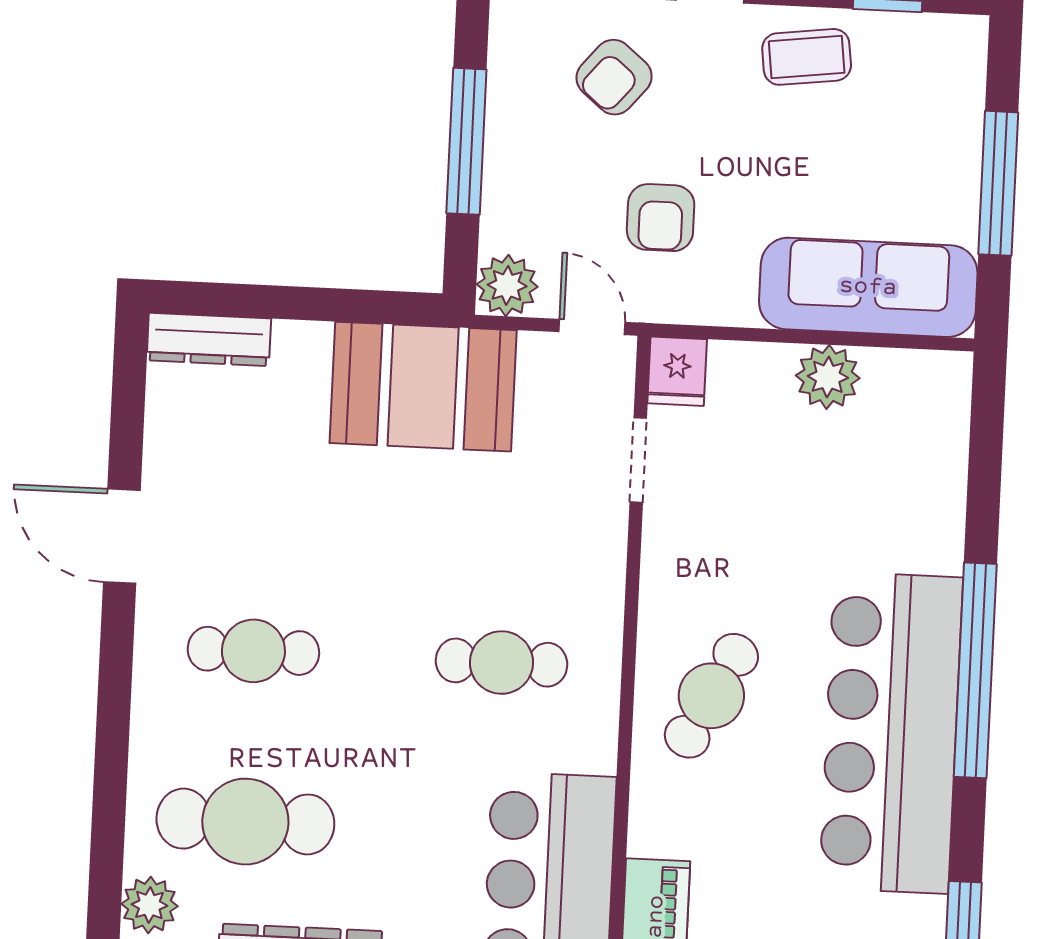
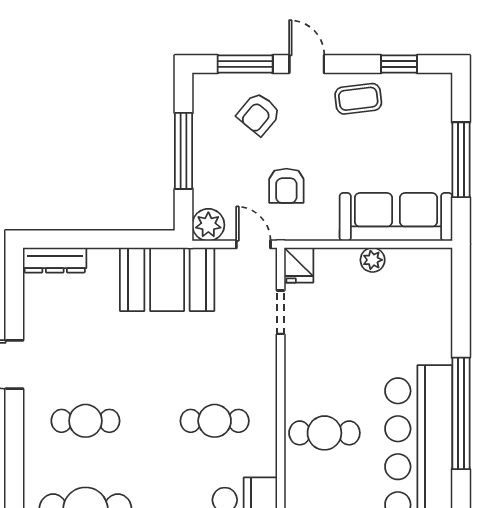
plant: (828, 377) -> (373, 260), width x0.73, depth x0.73
cafe table: (711, 696) -> (324, 433), turned 62

